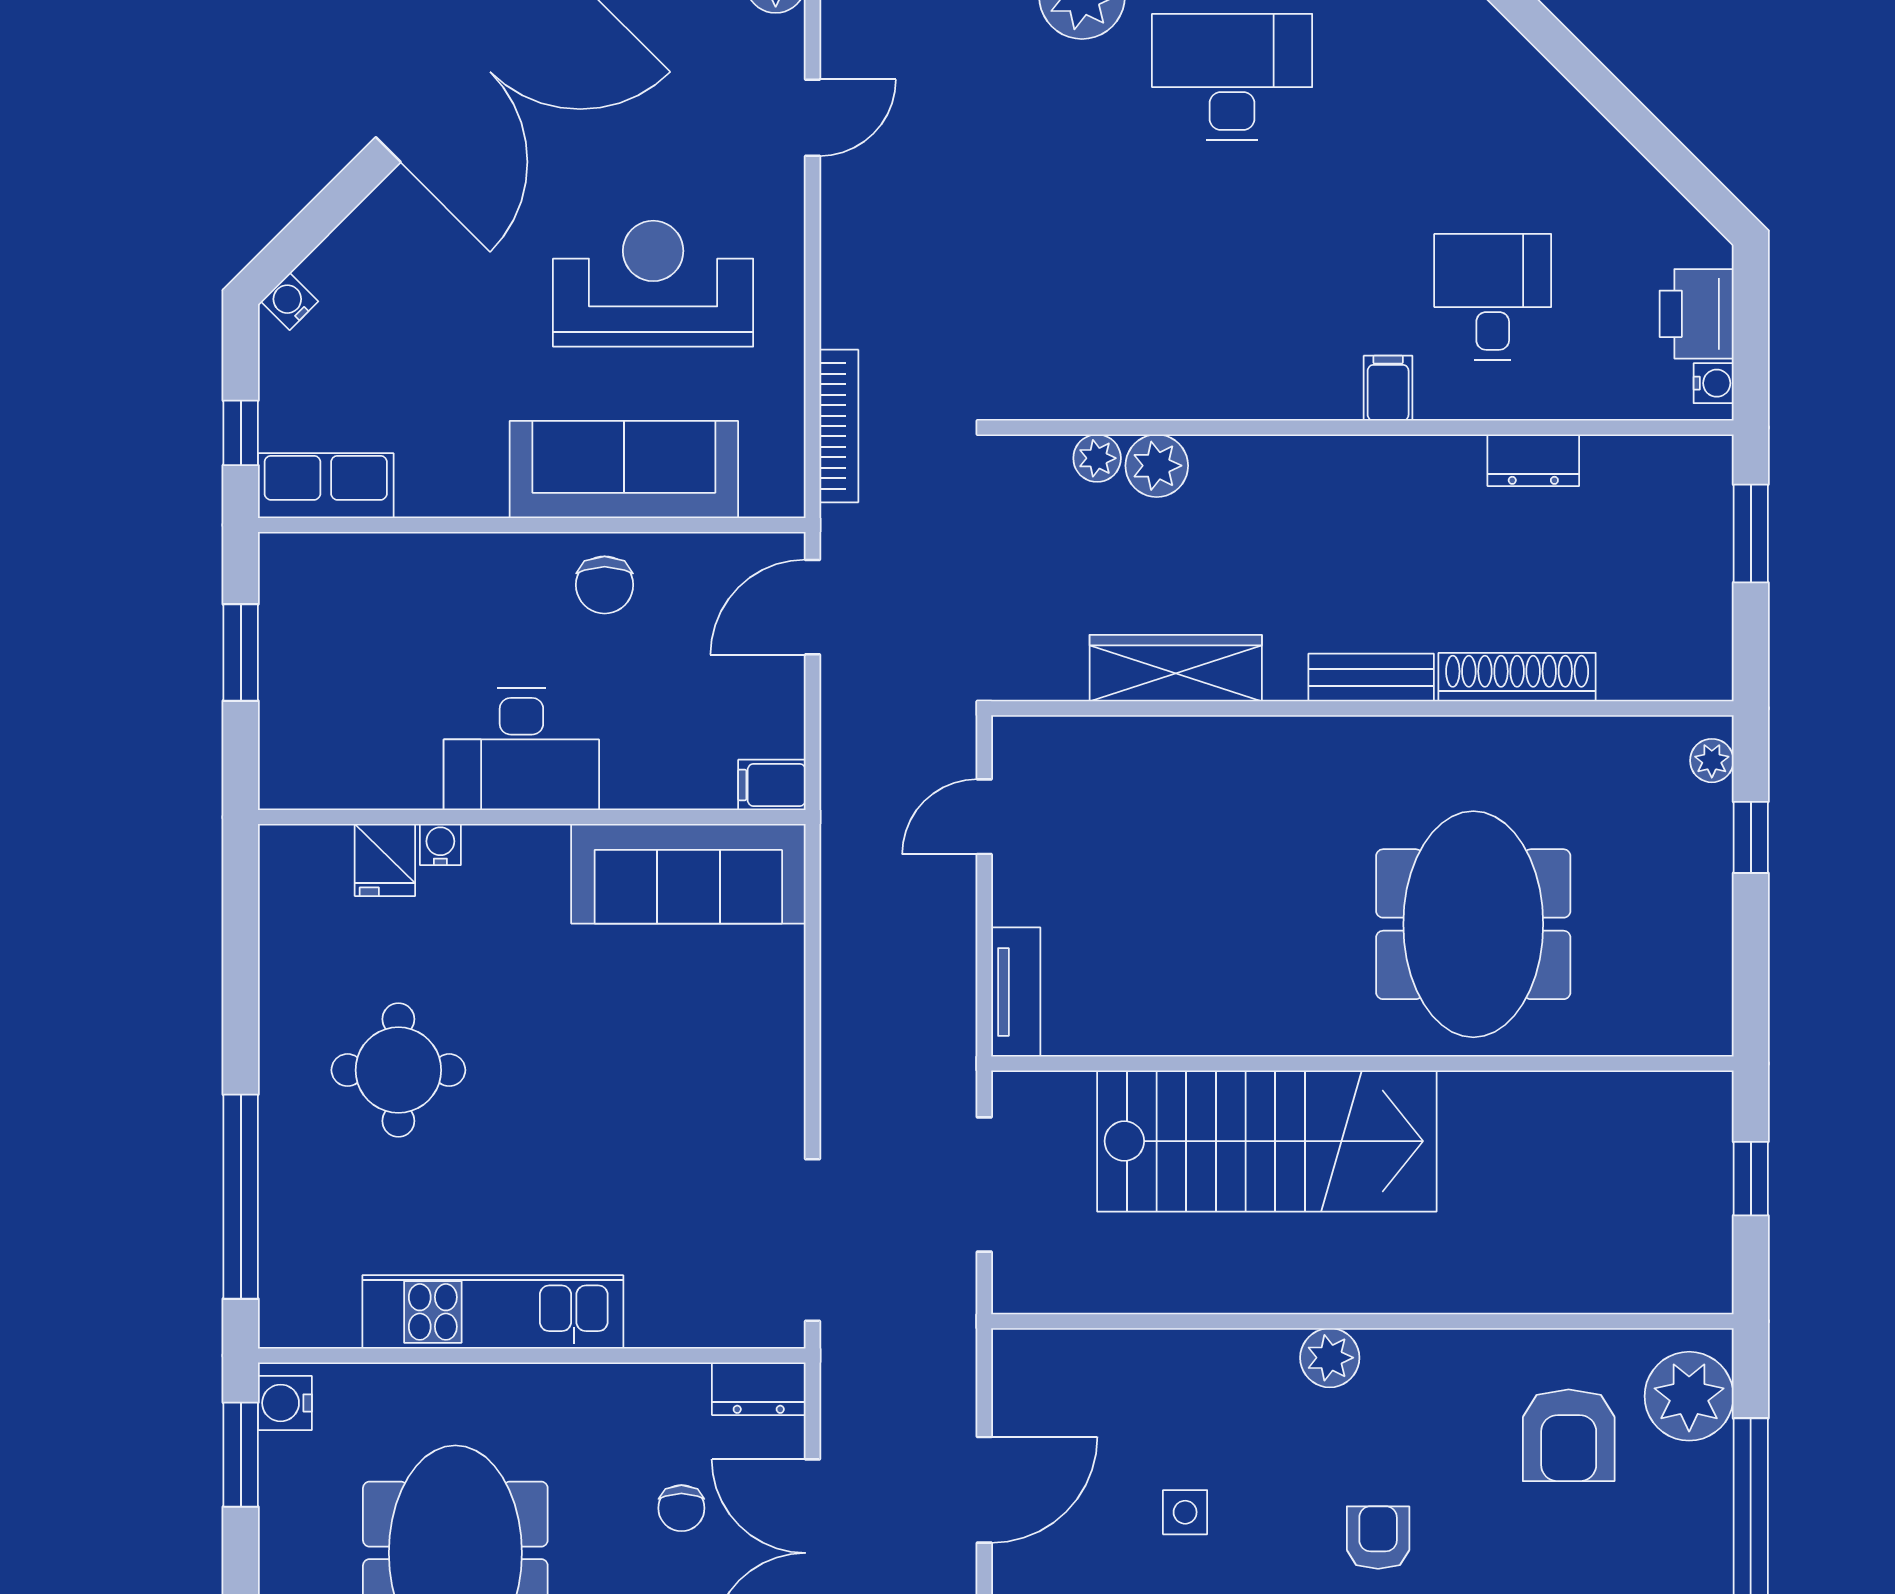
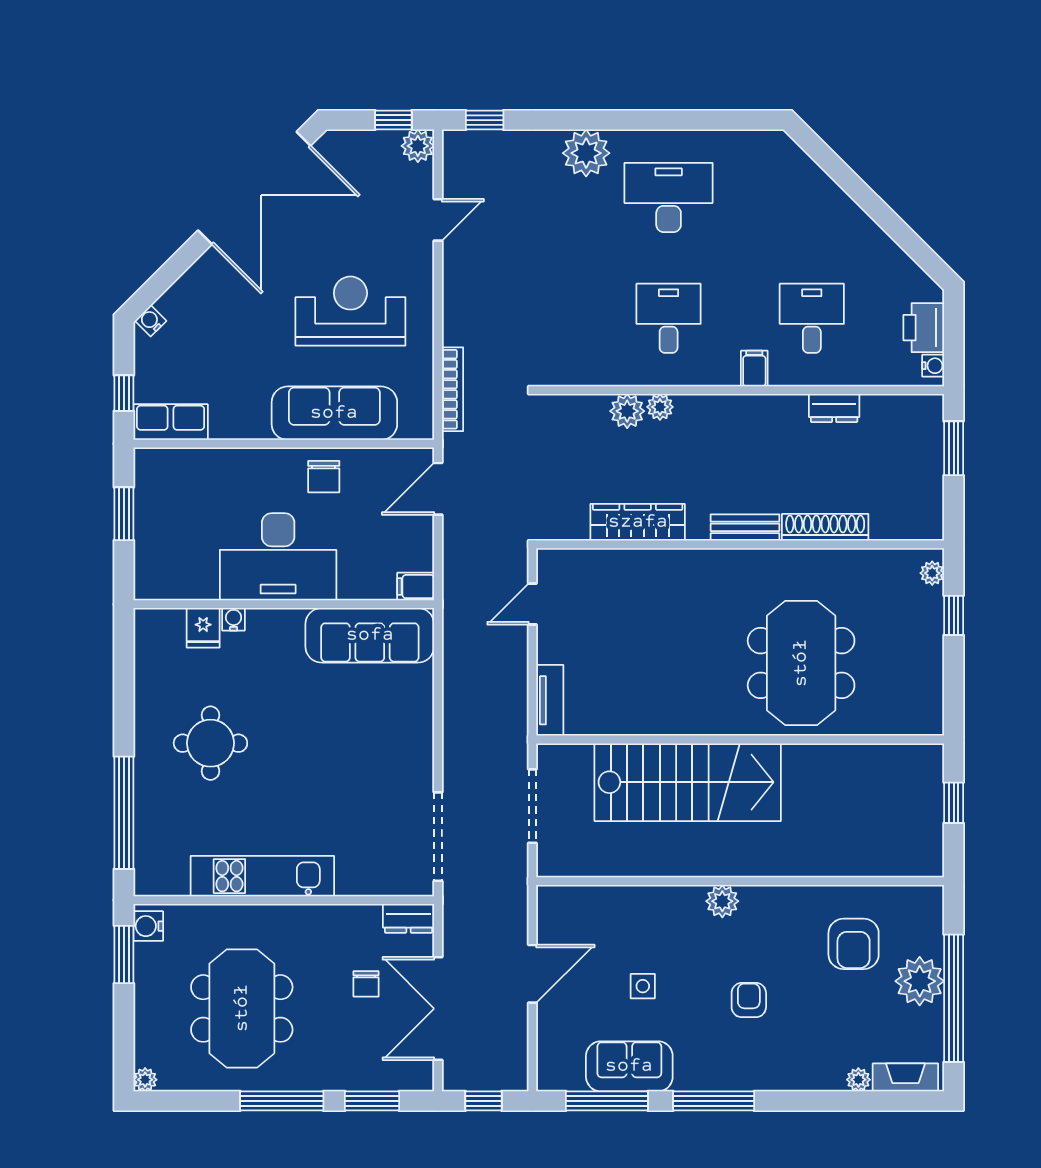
desk: (1232, 297) -> (669, 318), added
plant: (1097, 458) -> (660, 407), moved
desk: (521, 749) -> (278, 557), width x1.36, depth x1.30
plant: (1689, 1396) -> (920, 981), moved

